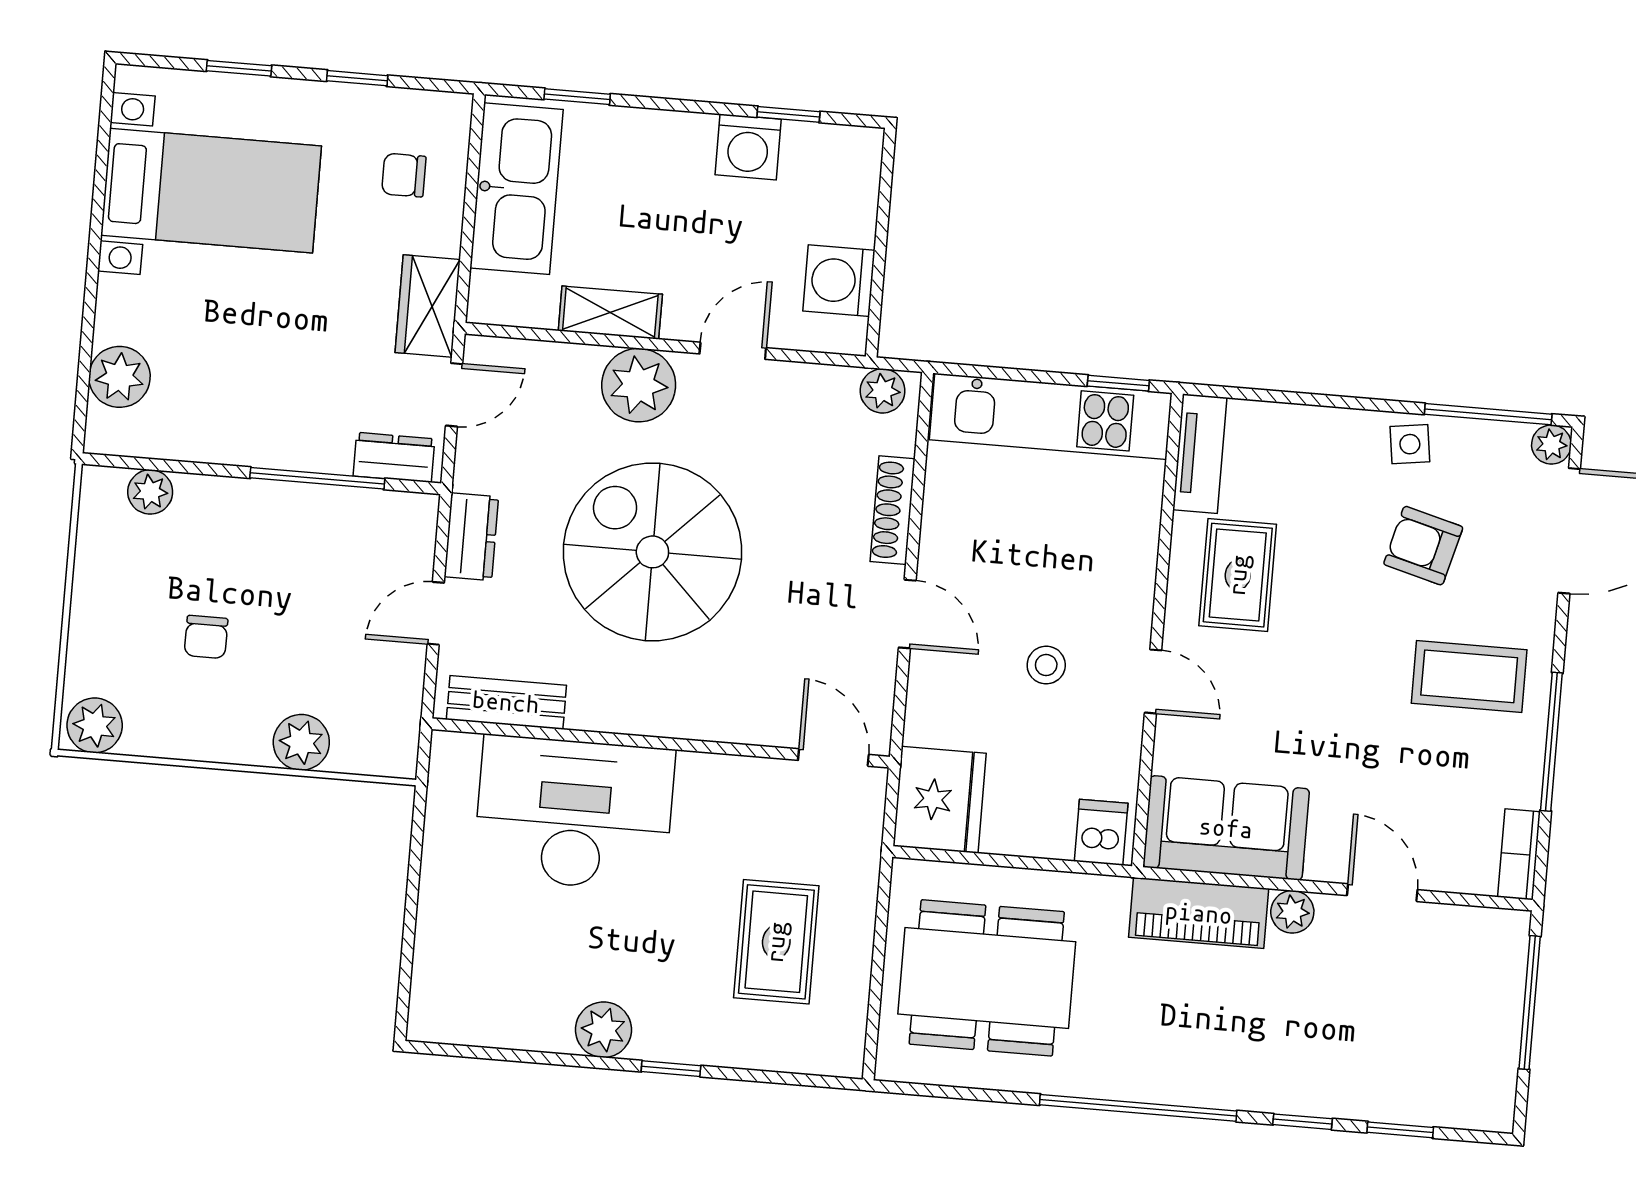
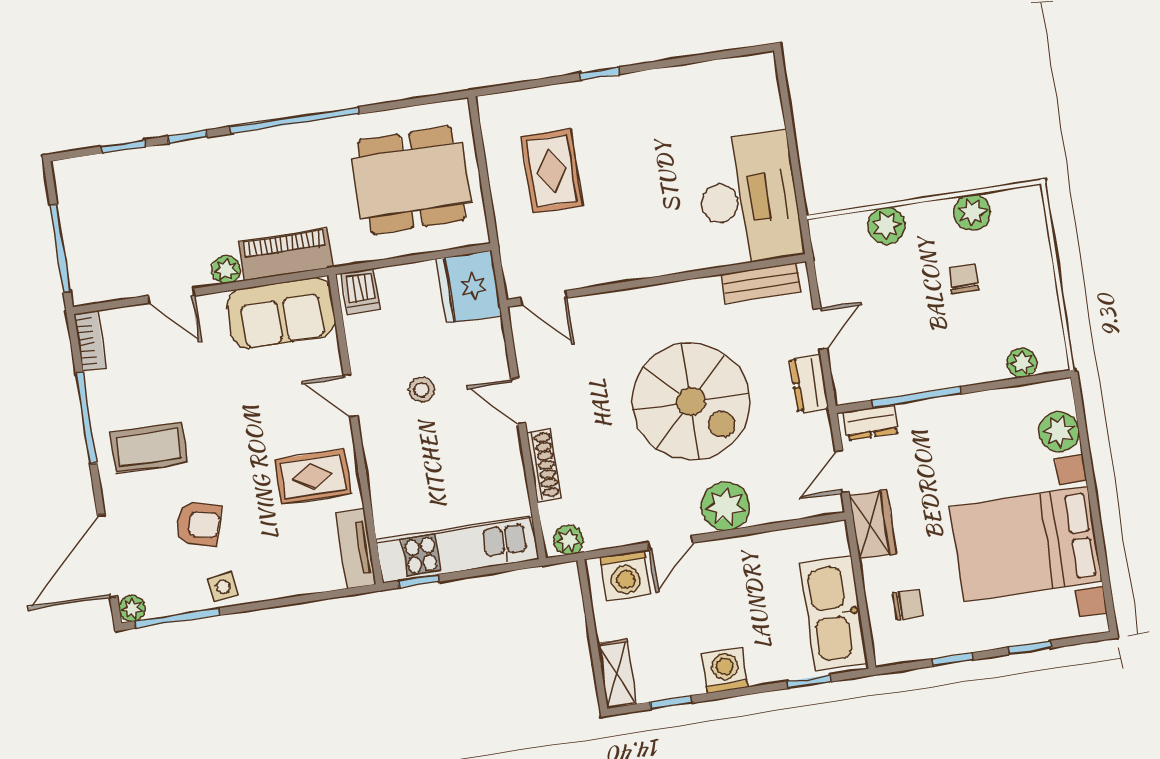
washing machine: (748, 147) -> (725, 670), moved
bed with nightstands: (211, 191) -> (1026, 544), width x1.36
washing machine: (839, 281) -> (625, 575), moved, turned 90
shelving: (610, 313) -> (617, 674), moved, turned 90
rug: (1238, 575) -> (313, 477), turned 90
plant: (95, 725) -> (972, 212), moved
desk: (574, 813) -> (749, 199), moved, turned -90
plant: (603, 1030) -> (649, 88), removed

